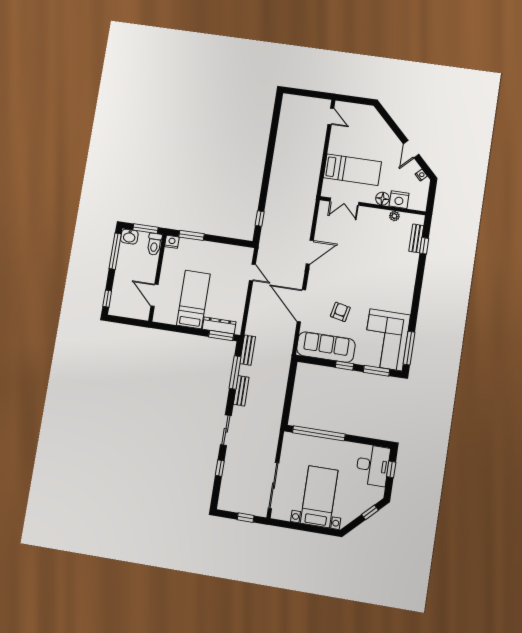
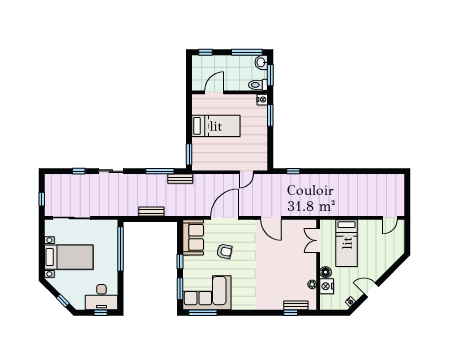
dresser: (219, 325) -> (197, 151), removed
sofa: (326, 347) -> (193, 237), width x0.73
bench: (241, 391) -> (151, 212), moved

